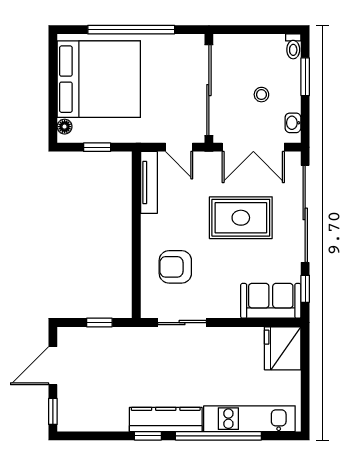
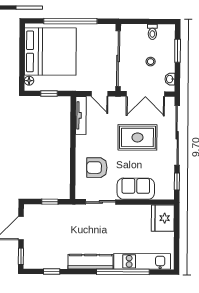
toilet: (293, 46) -> (152, 32), moved
sofa: (271, 301) -> (136, 189), moved
window: (148, 436) -> (52, 271), moved

